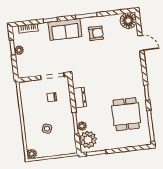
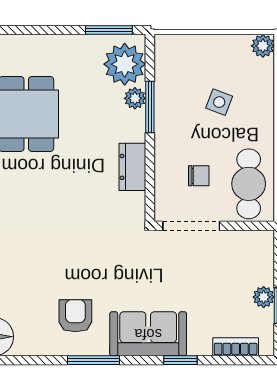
armchair: (96, 33) -> (75, 316), turned 90
cafe table: (31, 96) -> (249, 184), added

